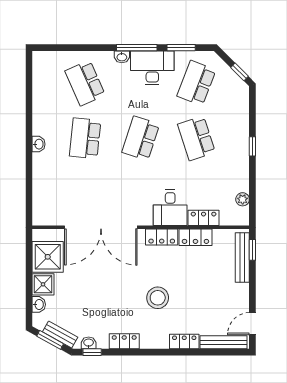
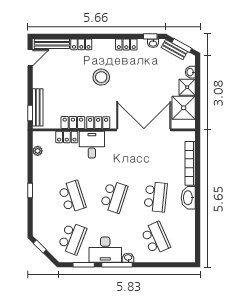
washbasin: (39, 144) -> (188, 198), width x1.91, depth x1.45
bookcase: (39, 183) -> (190, 163), added

